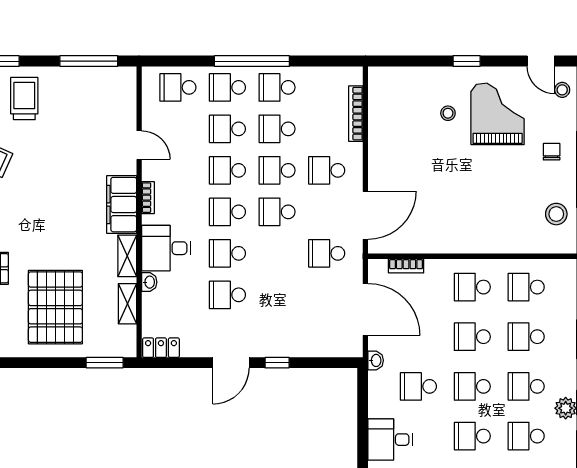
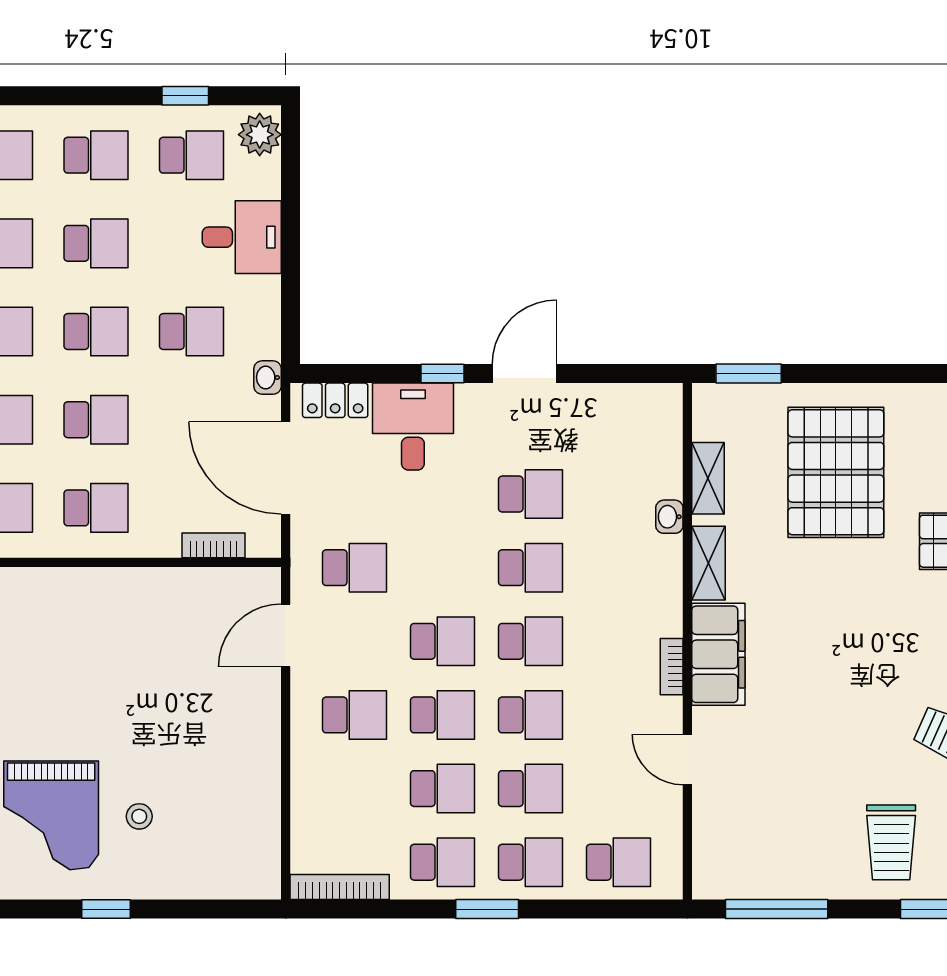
window: (252, 61) -> (487, 909), width x0.47
bookcase: (356, 114) -> (340, 887), moved, turned -90
door: (365, 215) -> (286, 635), width x0.73
desk: (166, 248) -> (413, 427), moved, turned -90
locker: (161, 348) -> (335, 400), moved

